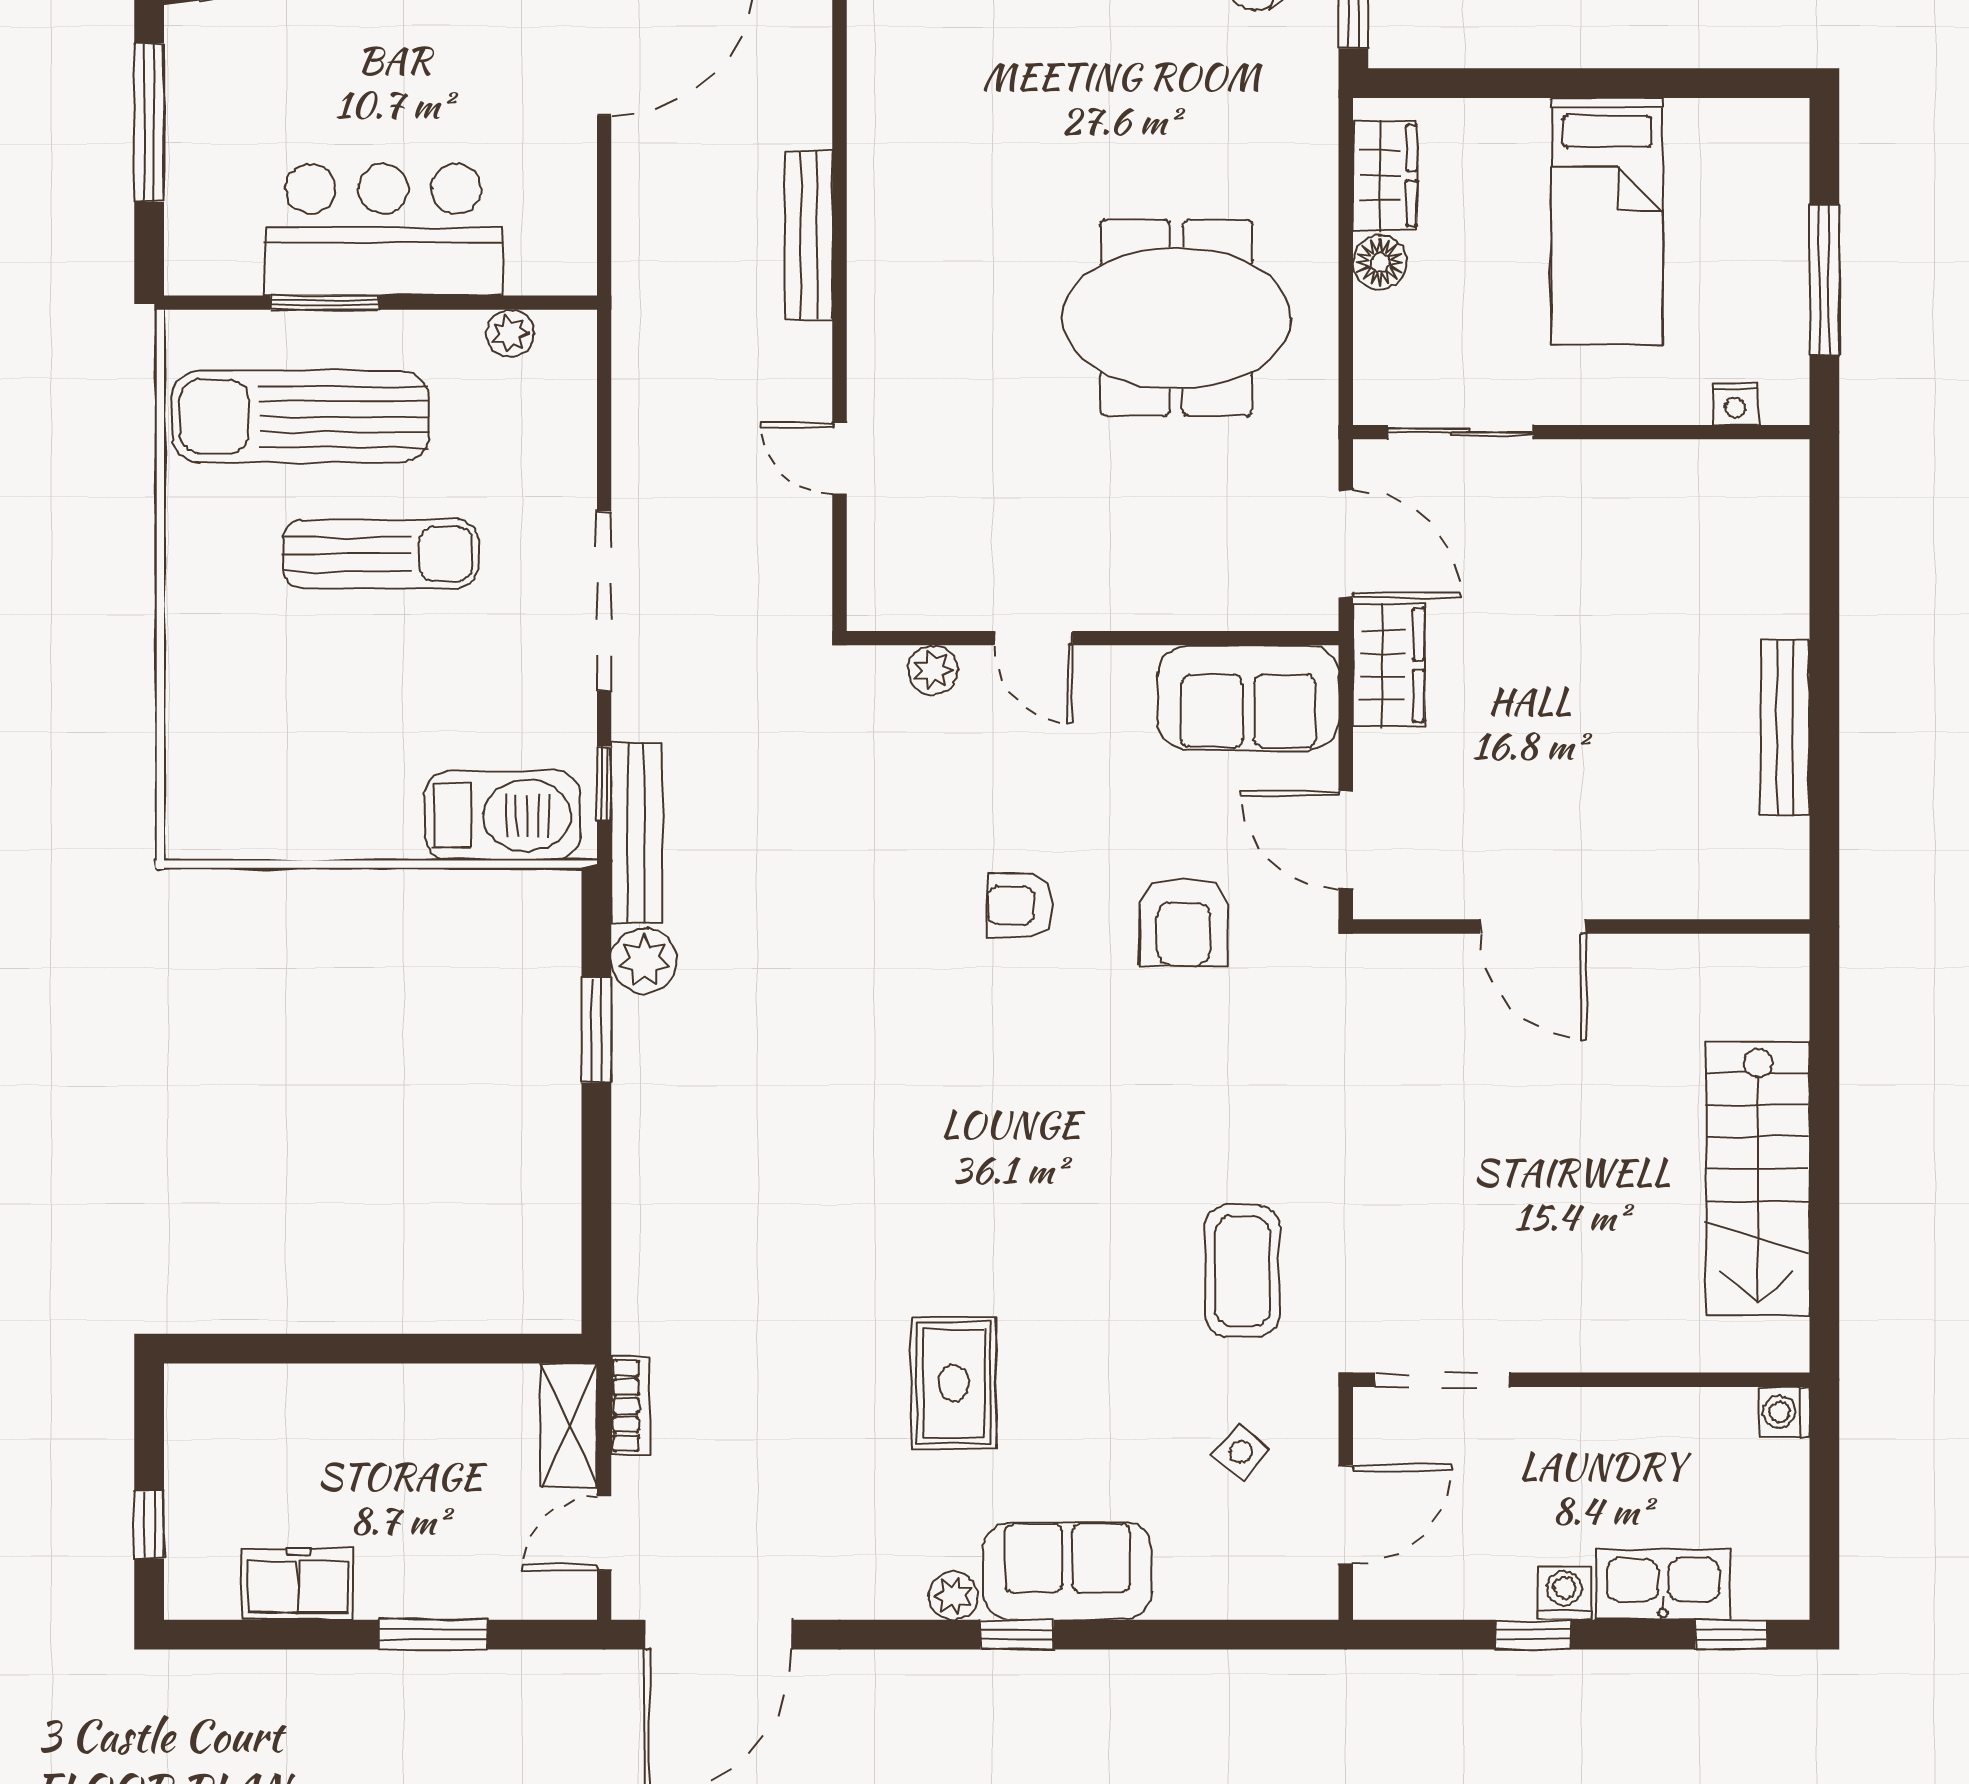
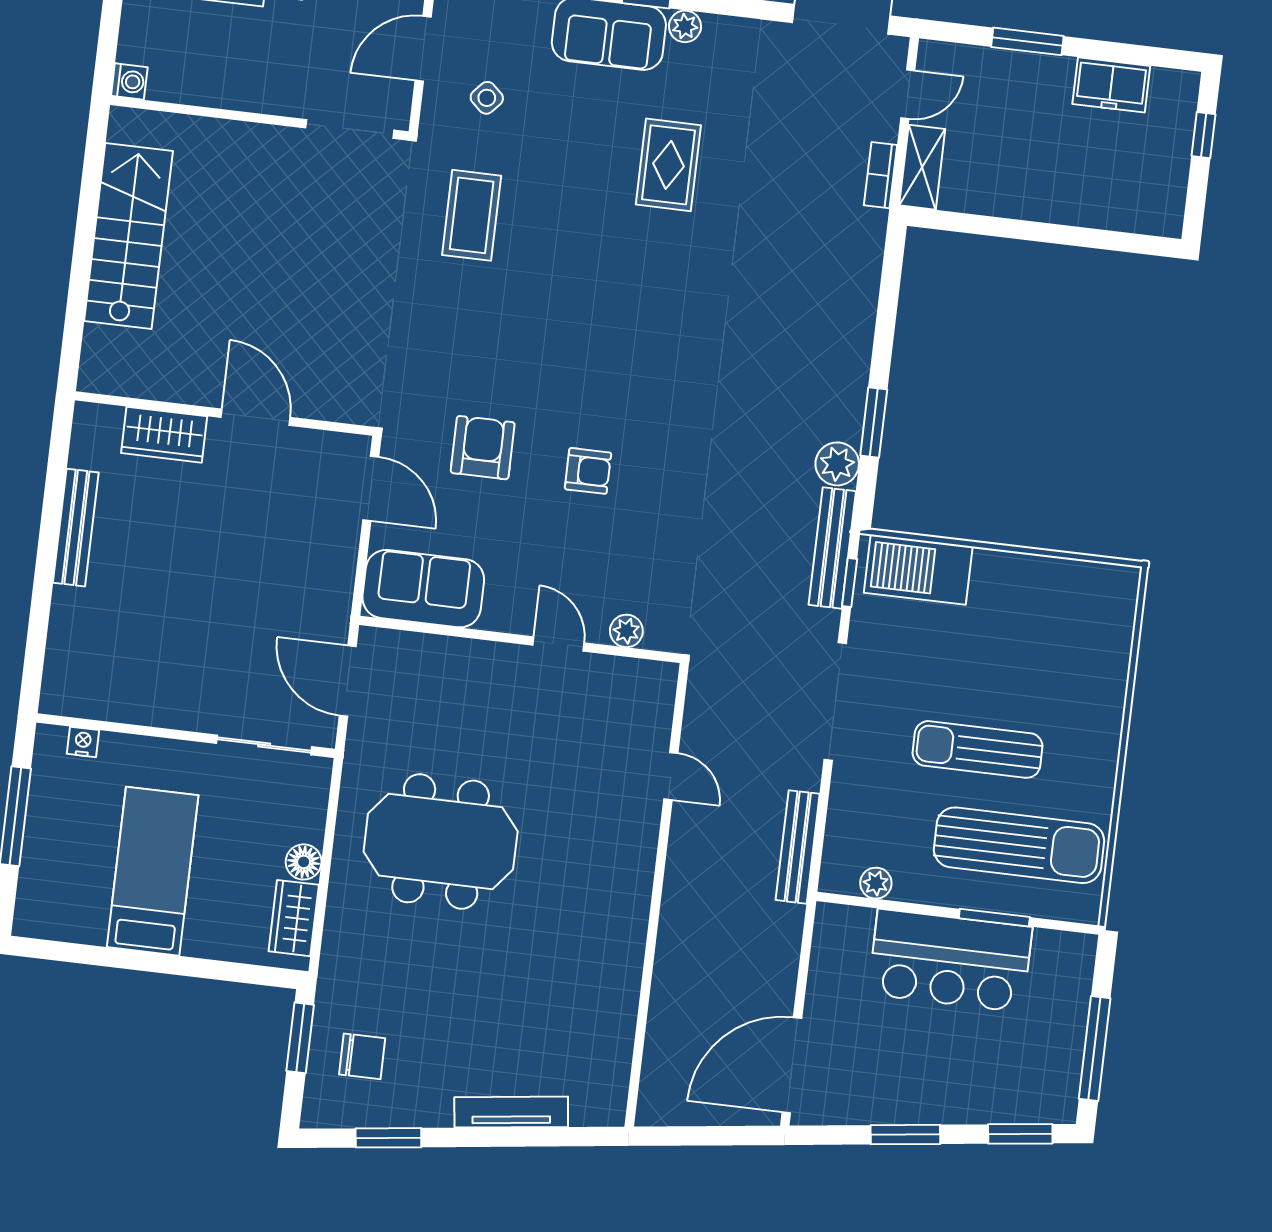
bench: (809, 235) -> (798, 847), moved
wardrobe: (1389, 665) -> (164, 435), moved, turned -90

